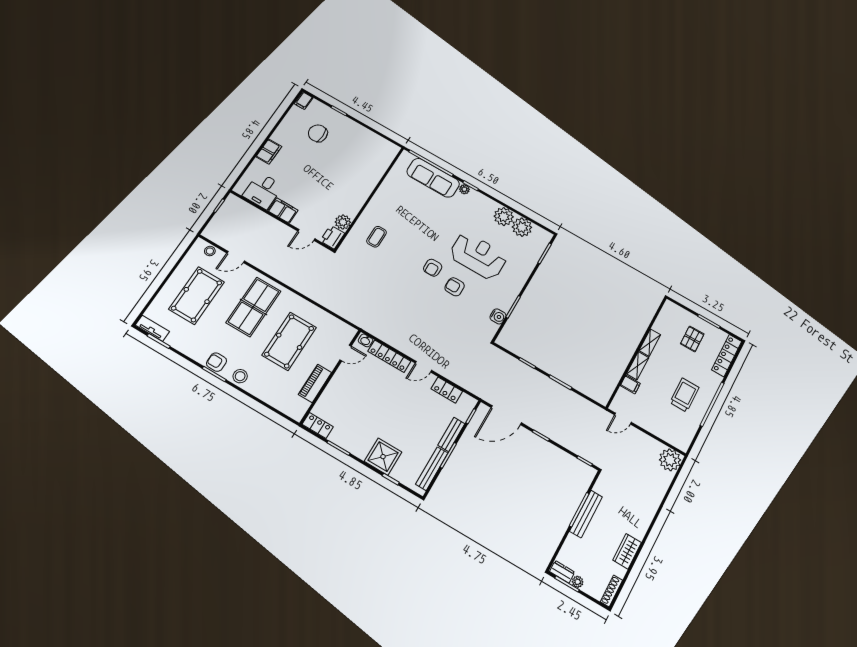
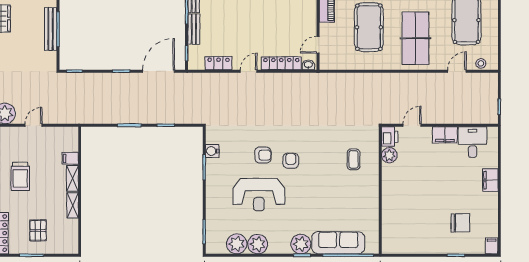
plant: (464, 189) -> (301, 244), width x1.88, depth x1.88
door: (623, 419) -> (34, 125), moved

